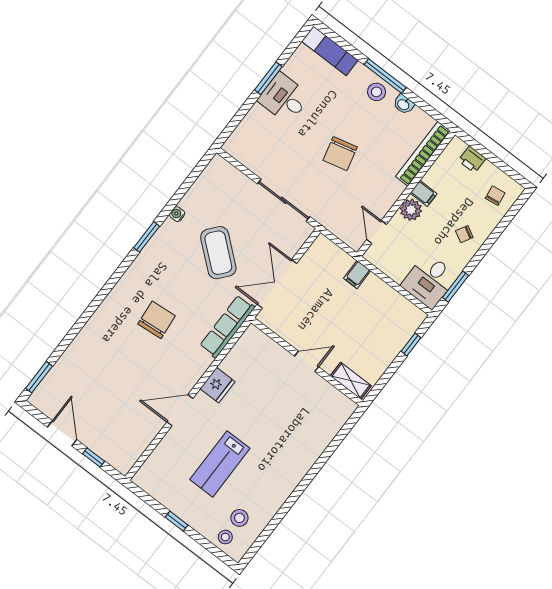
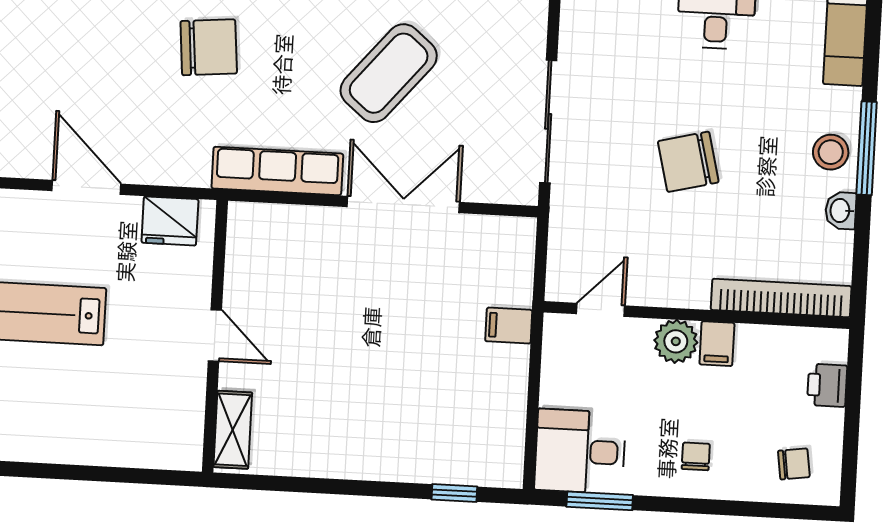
chair: (464, 234) -> (696, 456), turned 61
door: (307, 361) -> (215, 335), moved
wall: (307, 362) -> (215, 336), moved
shelving: (351, 381) -> (233, 430), moved

